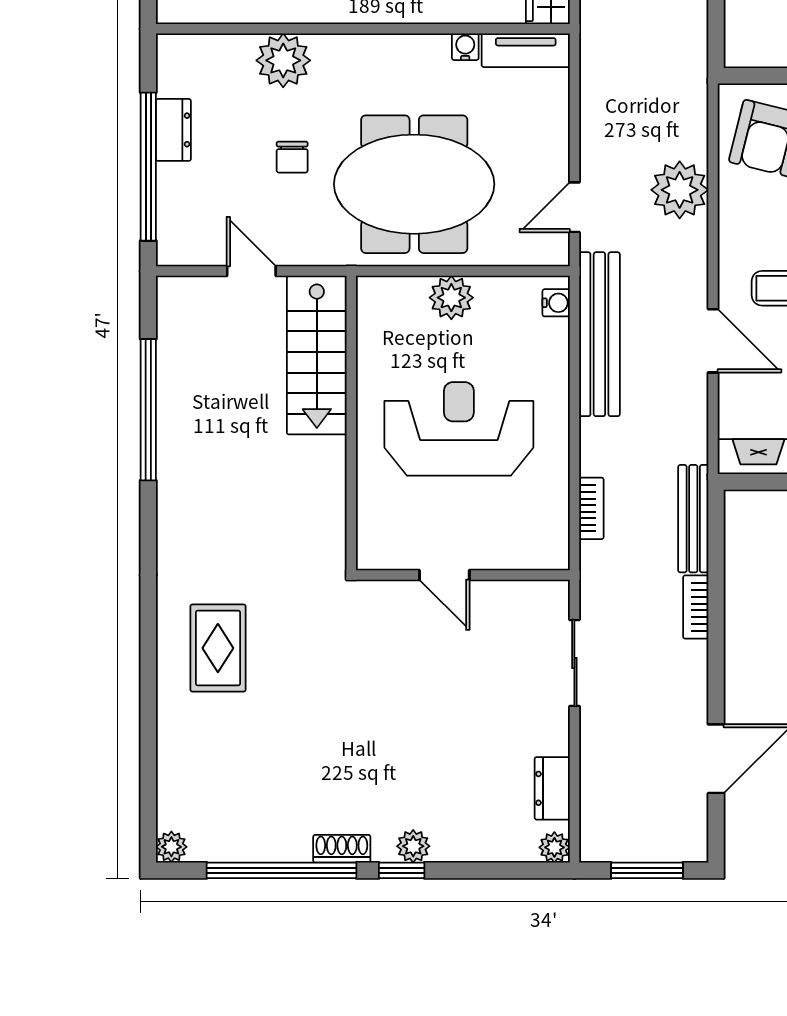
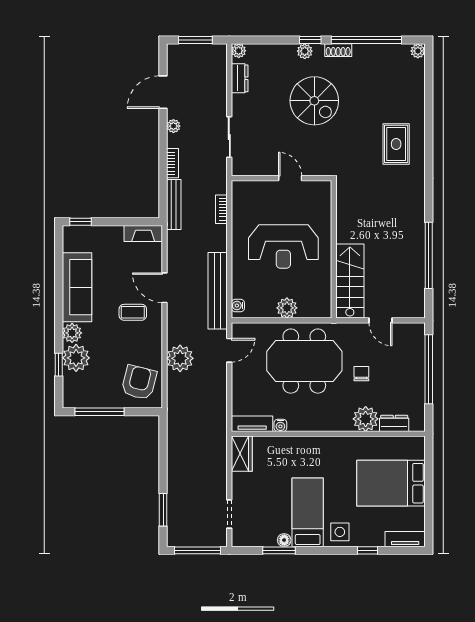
dresser: (173, 130) -> (394, 423), moved, turned 90
plant: (694, 686) -> (173, 126), added
spiral stairs: (393, 740) -> (314, 101), added

